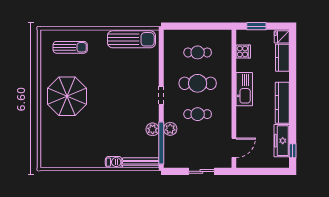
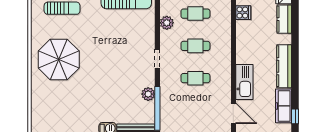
cafe table: (198, 83) -> (195, 46), width x0.73, depth x0.74
kitchen sink: (244, 89) -> (244, 82), moved
plant: (170, 129) -> (167, 23), moved
door: (234, 148) -> (233, 113), hinge flipped

